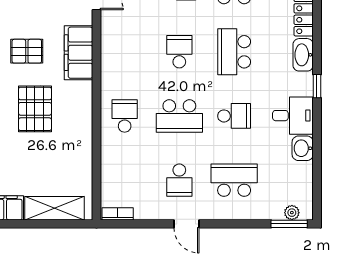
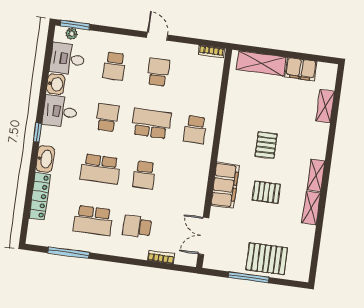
school desk: (234, 52) -> (100, 169), turned 90
pallet: (35, 109) -> (266, 145), width x0.67, depth x0.71
school desk: (234, 116) -> (107, 118), turned 90
school desk: (234, 180) -> (114, 66), width x0.54
desk: (293, 181) -> (67, 59), added

